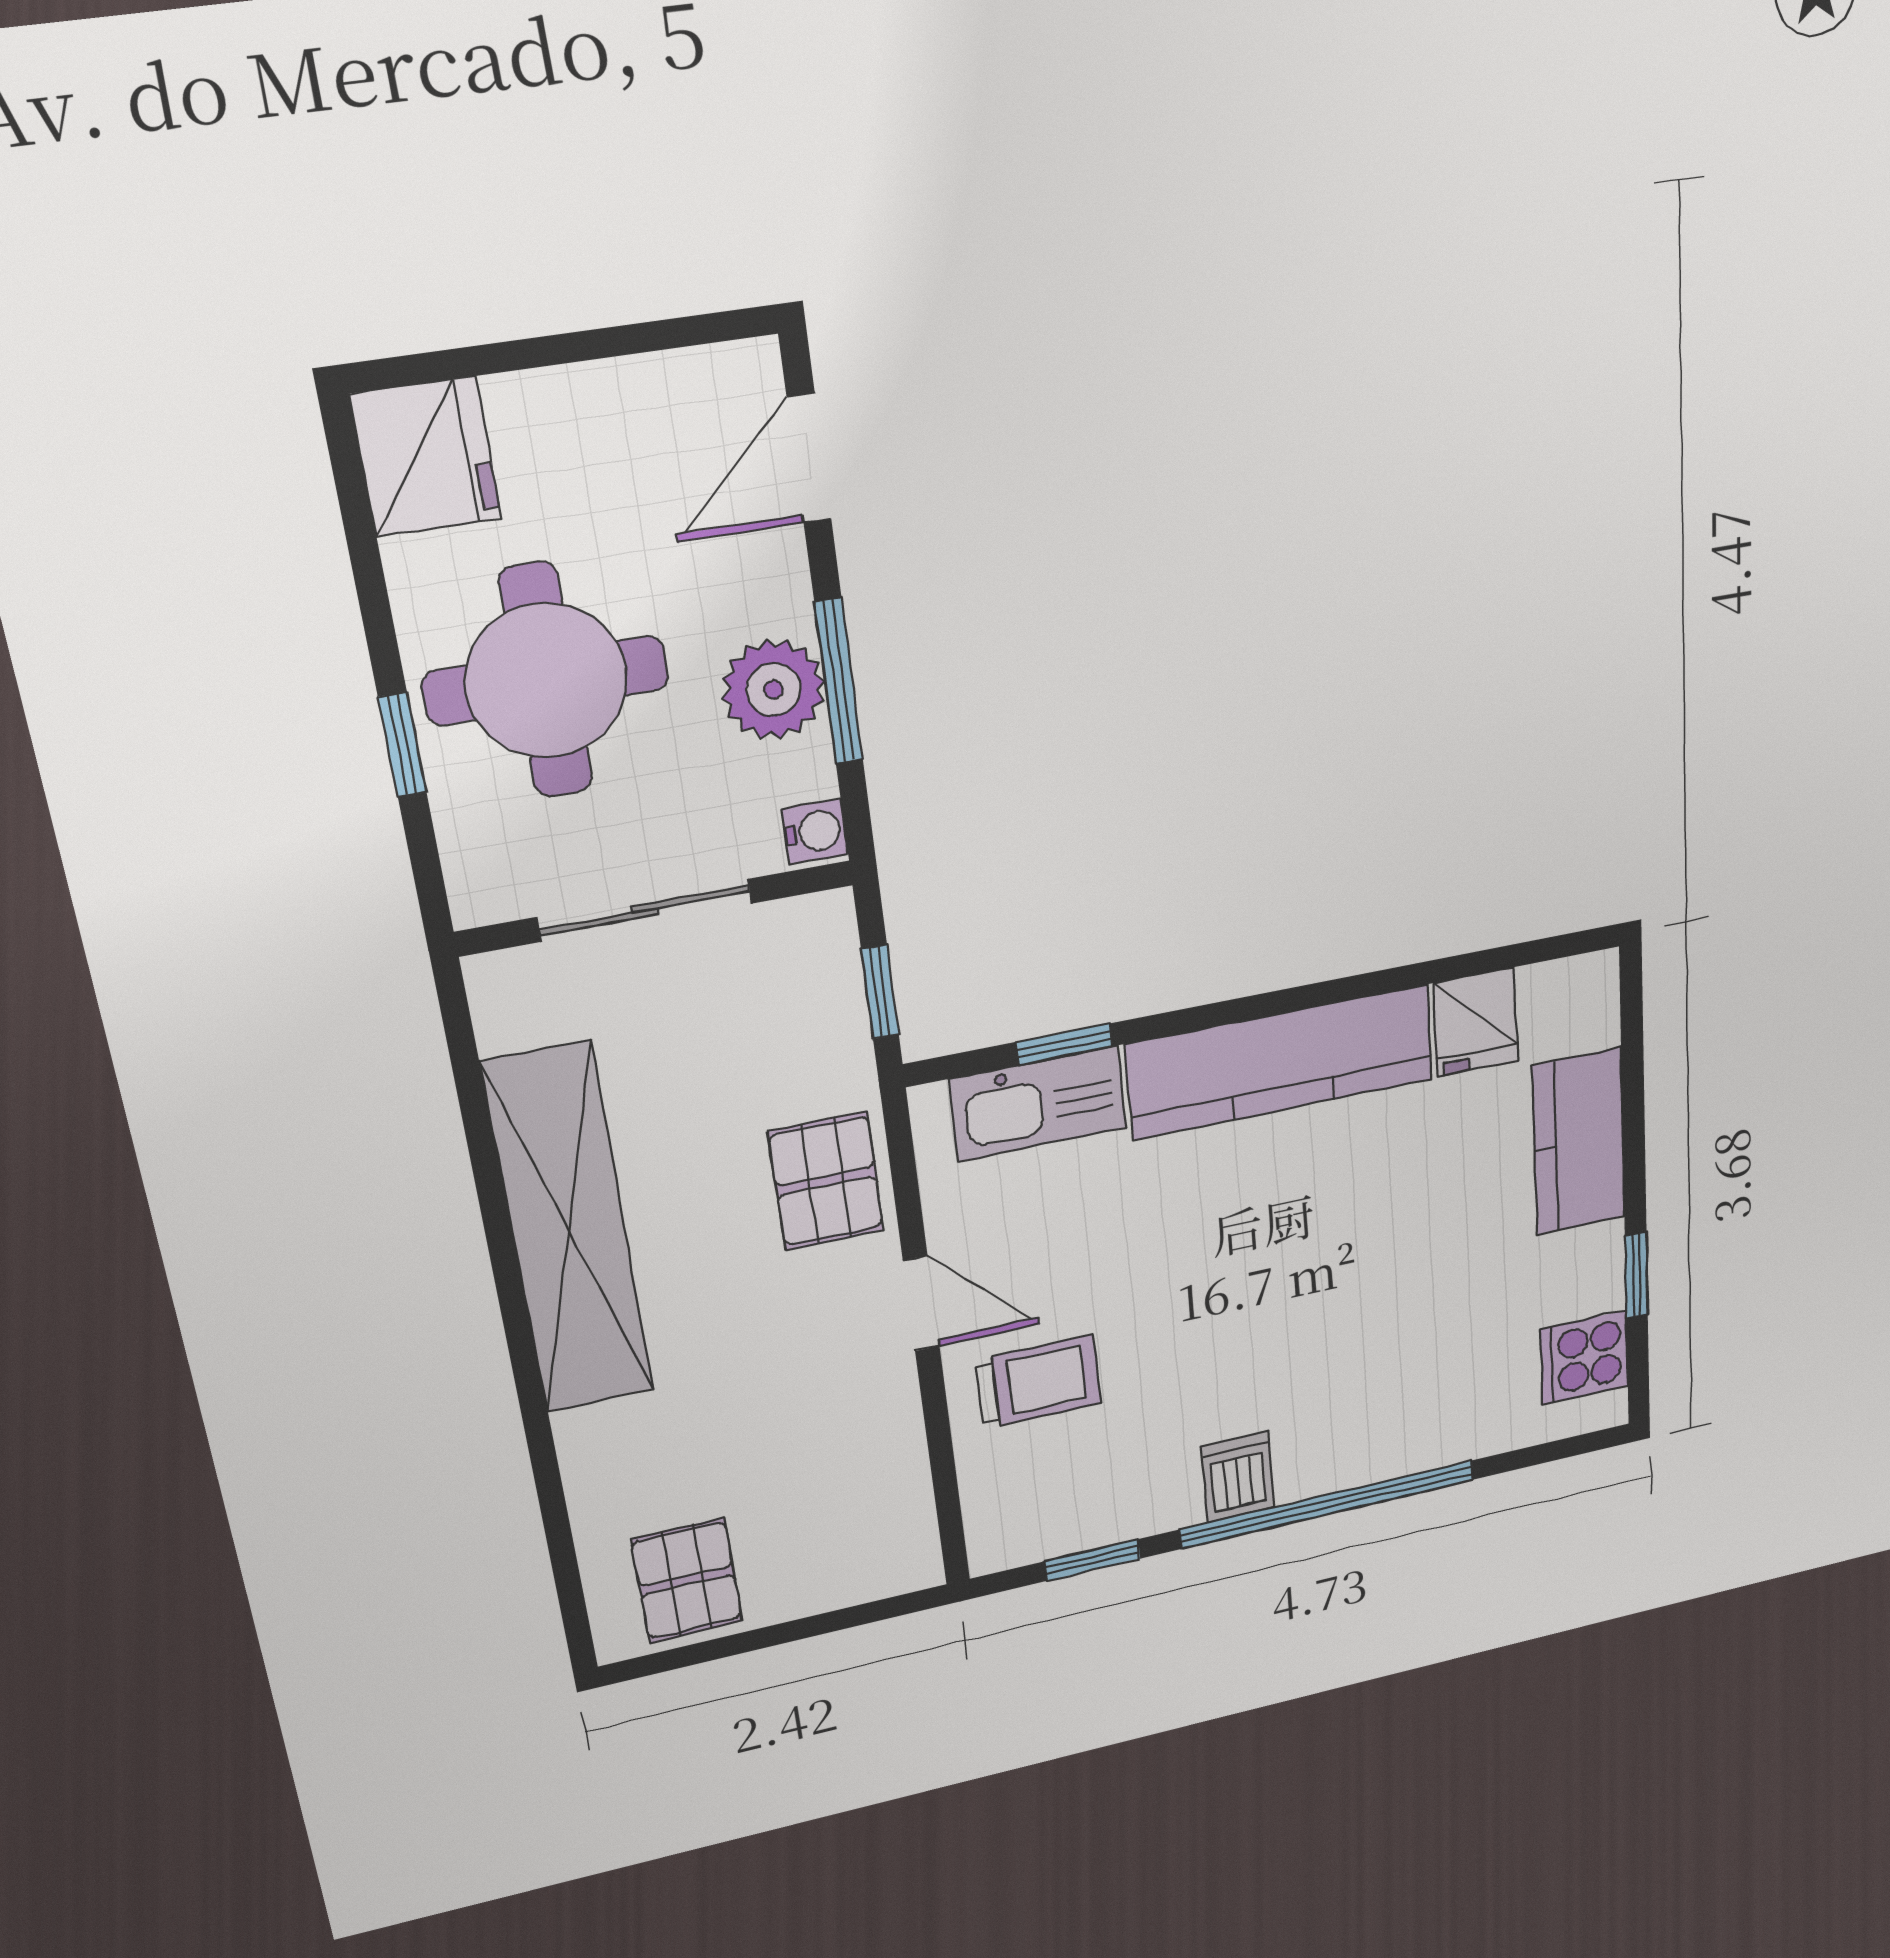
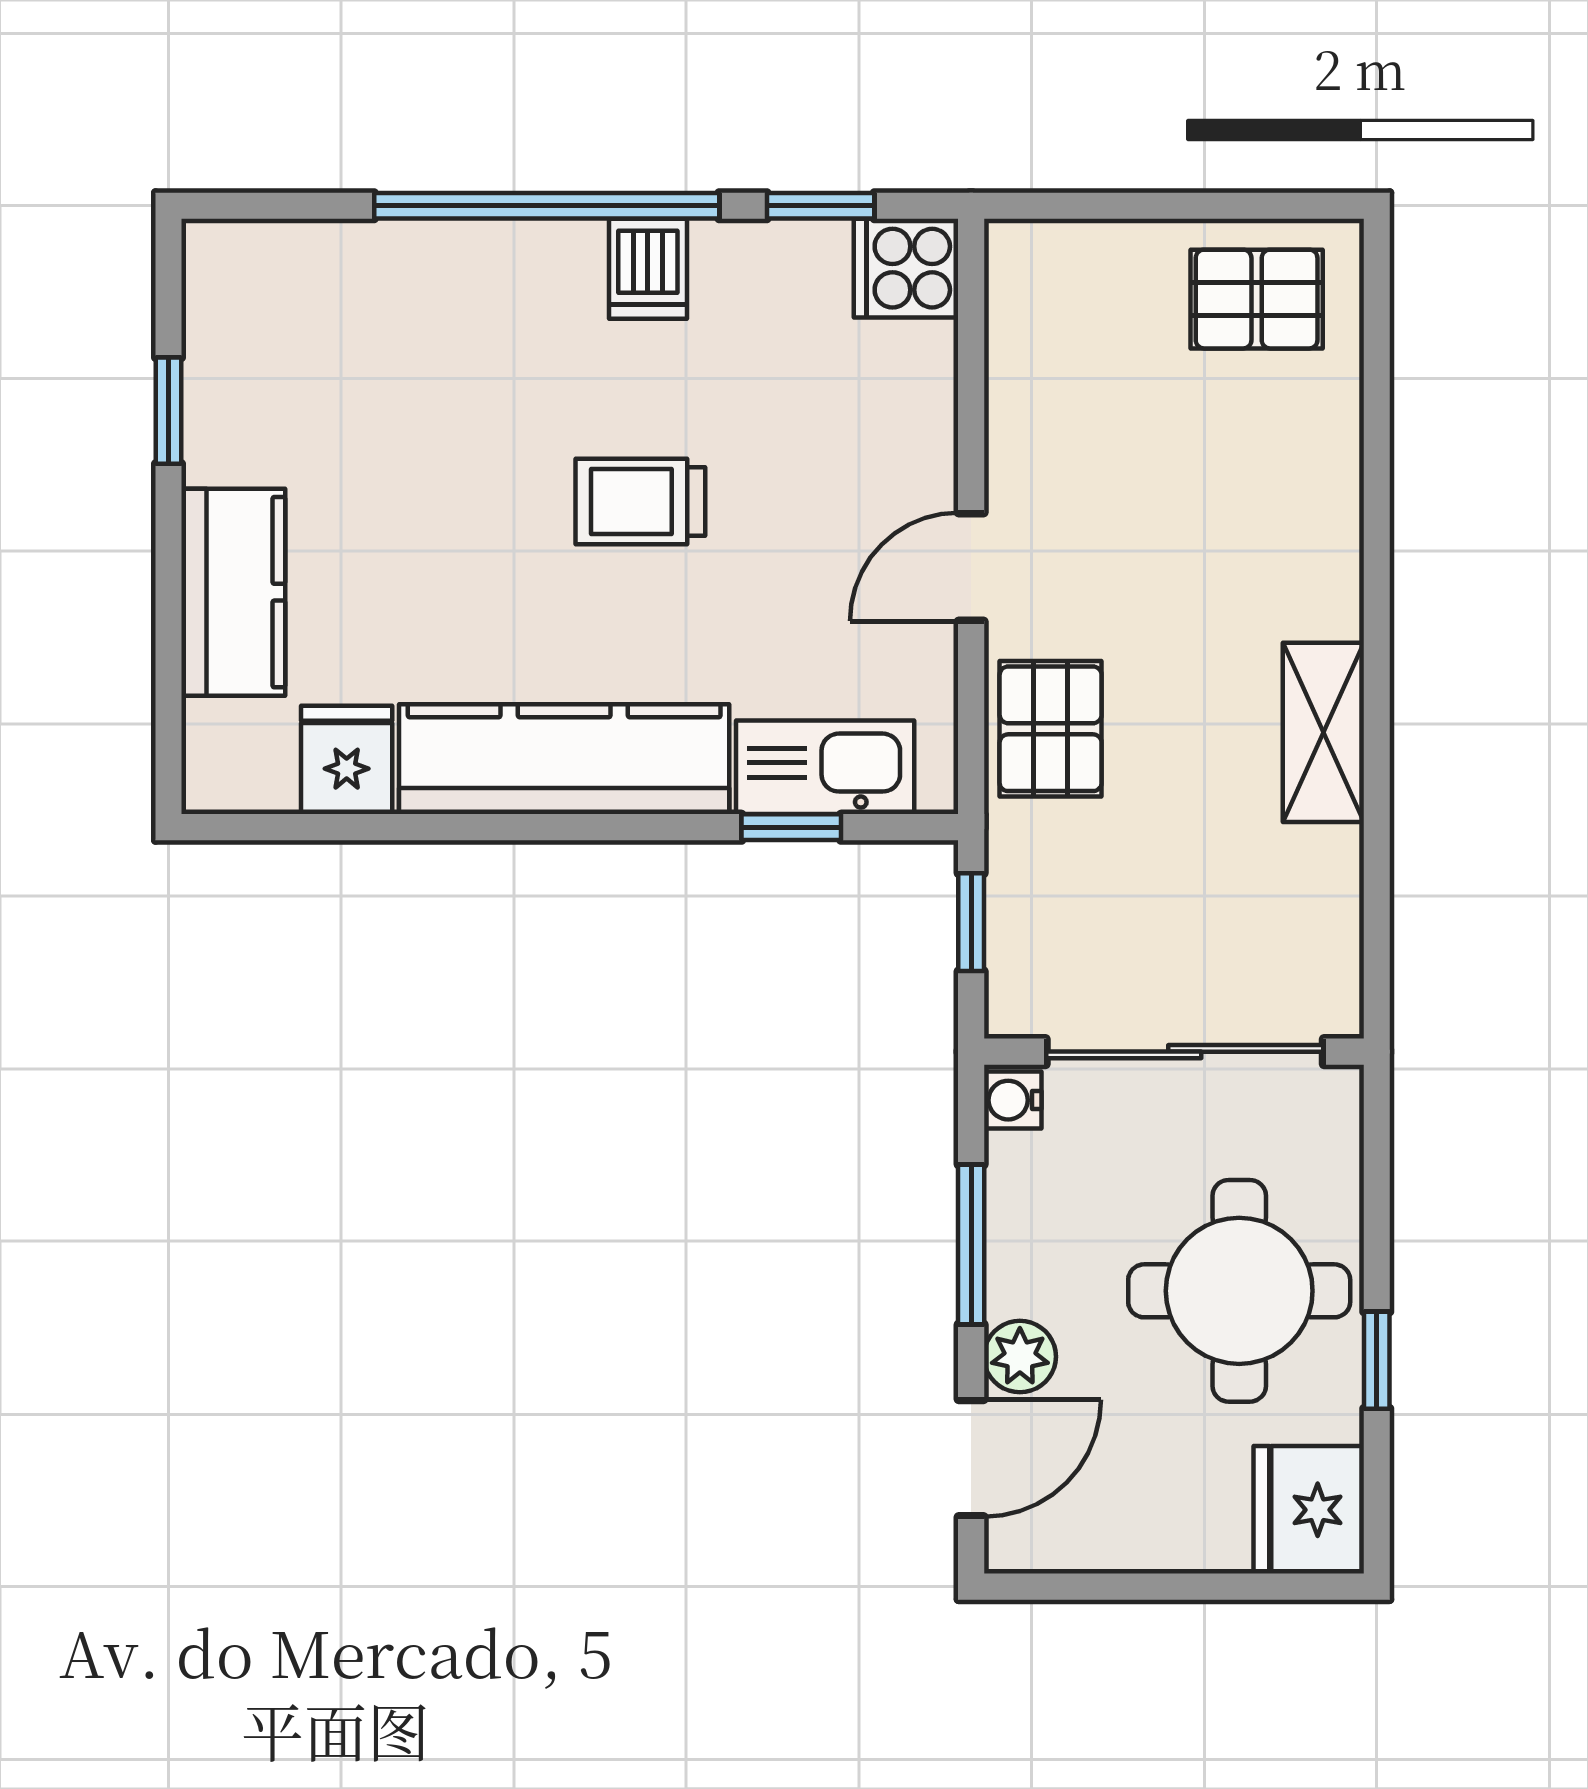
plant: (773, 689) -> (1020, 1357), moved, width x0.73, depth x0.73
window: (402, 745) -> (1377, 1360), moved
sliding door: (645, 910) -> (1185, 1052), width x1.37
shelving: (569, 1230) -> (1323, 732), width x0.45, depth x0.75
door: (921, 1304) -> (971, 567), hinge flipped
cooker: (1584, 1358) -> (906, 268), moved, turned 180
trolley: (1038, 1382) -> (640, 501), moved
pallet: (687, 1580) -> (1257, 299), turned 90

